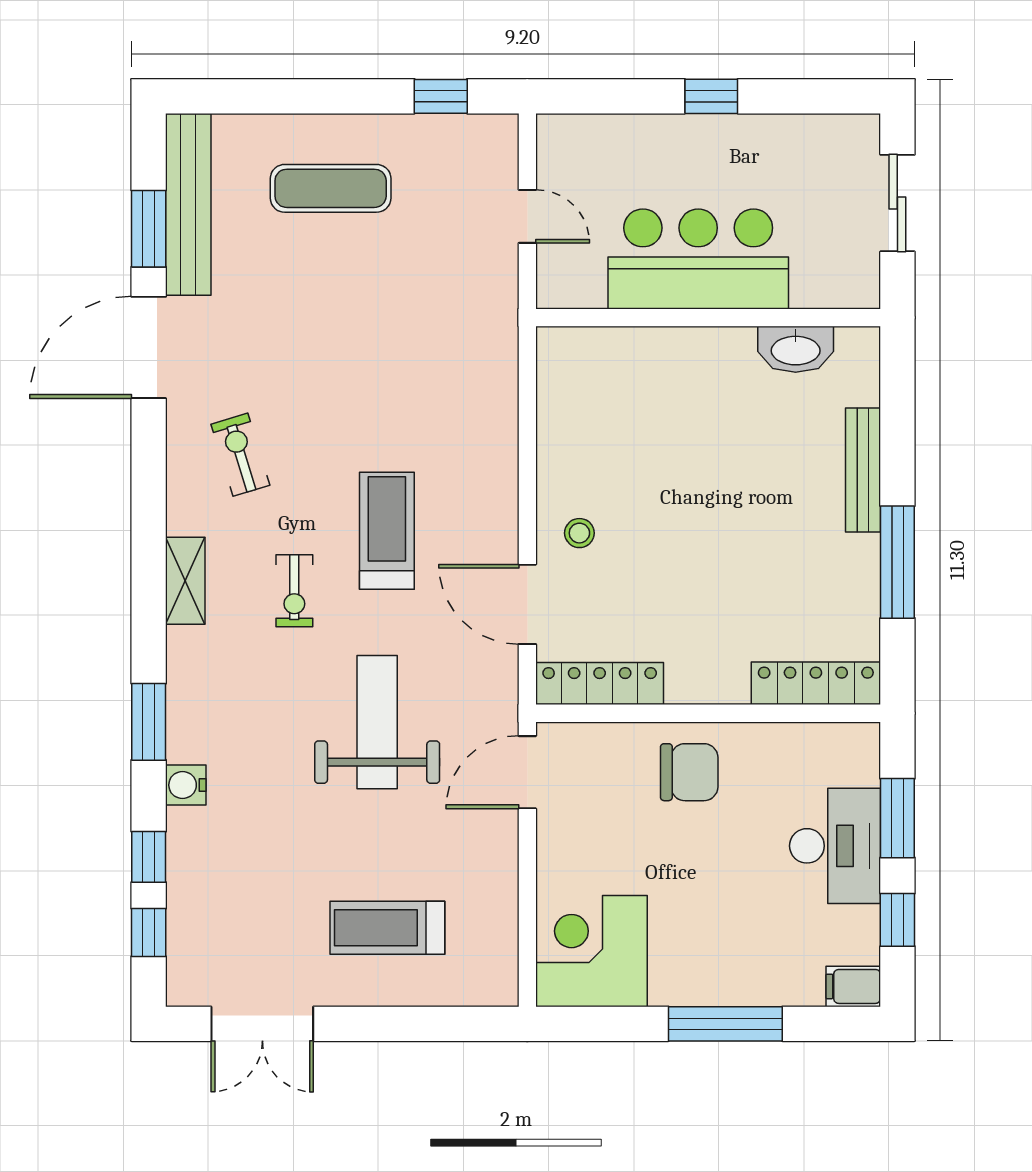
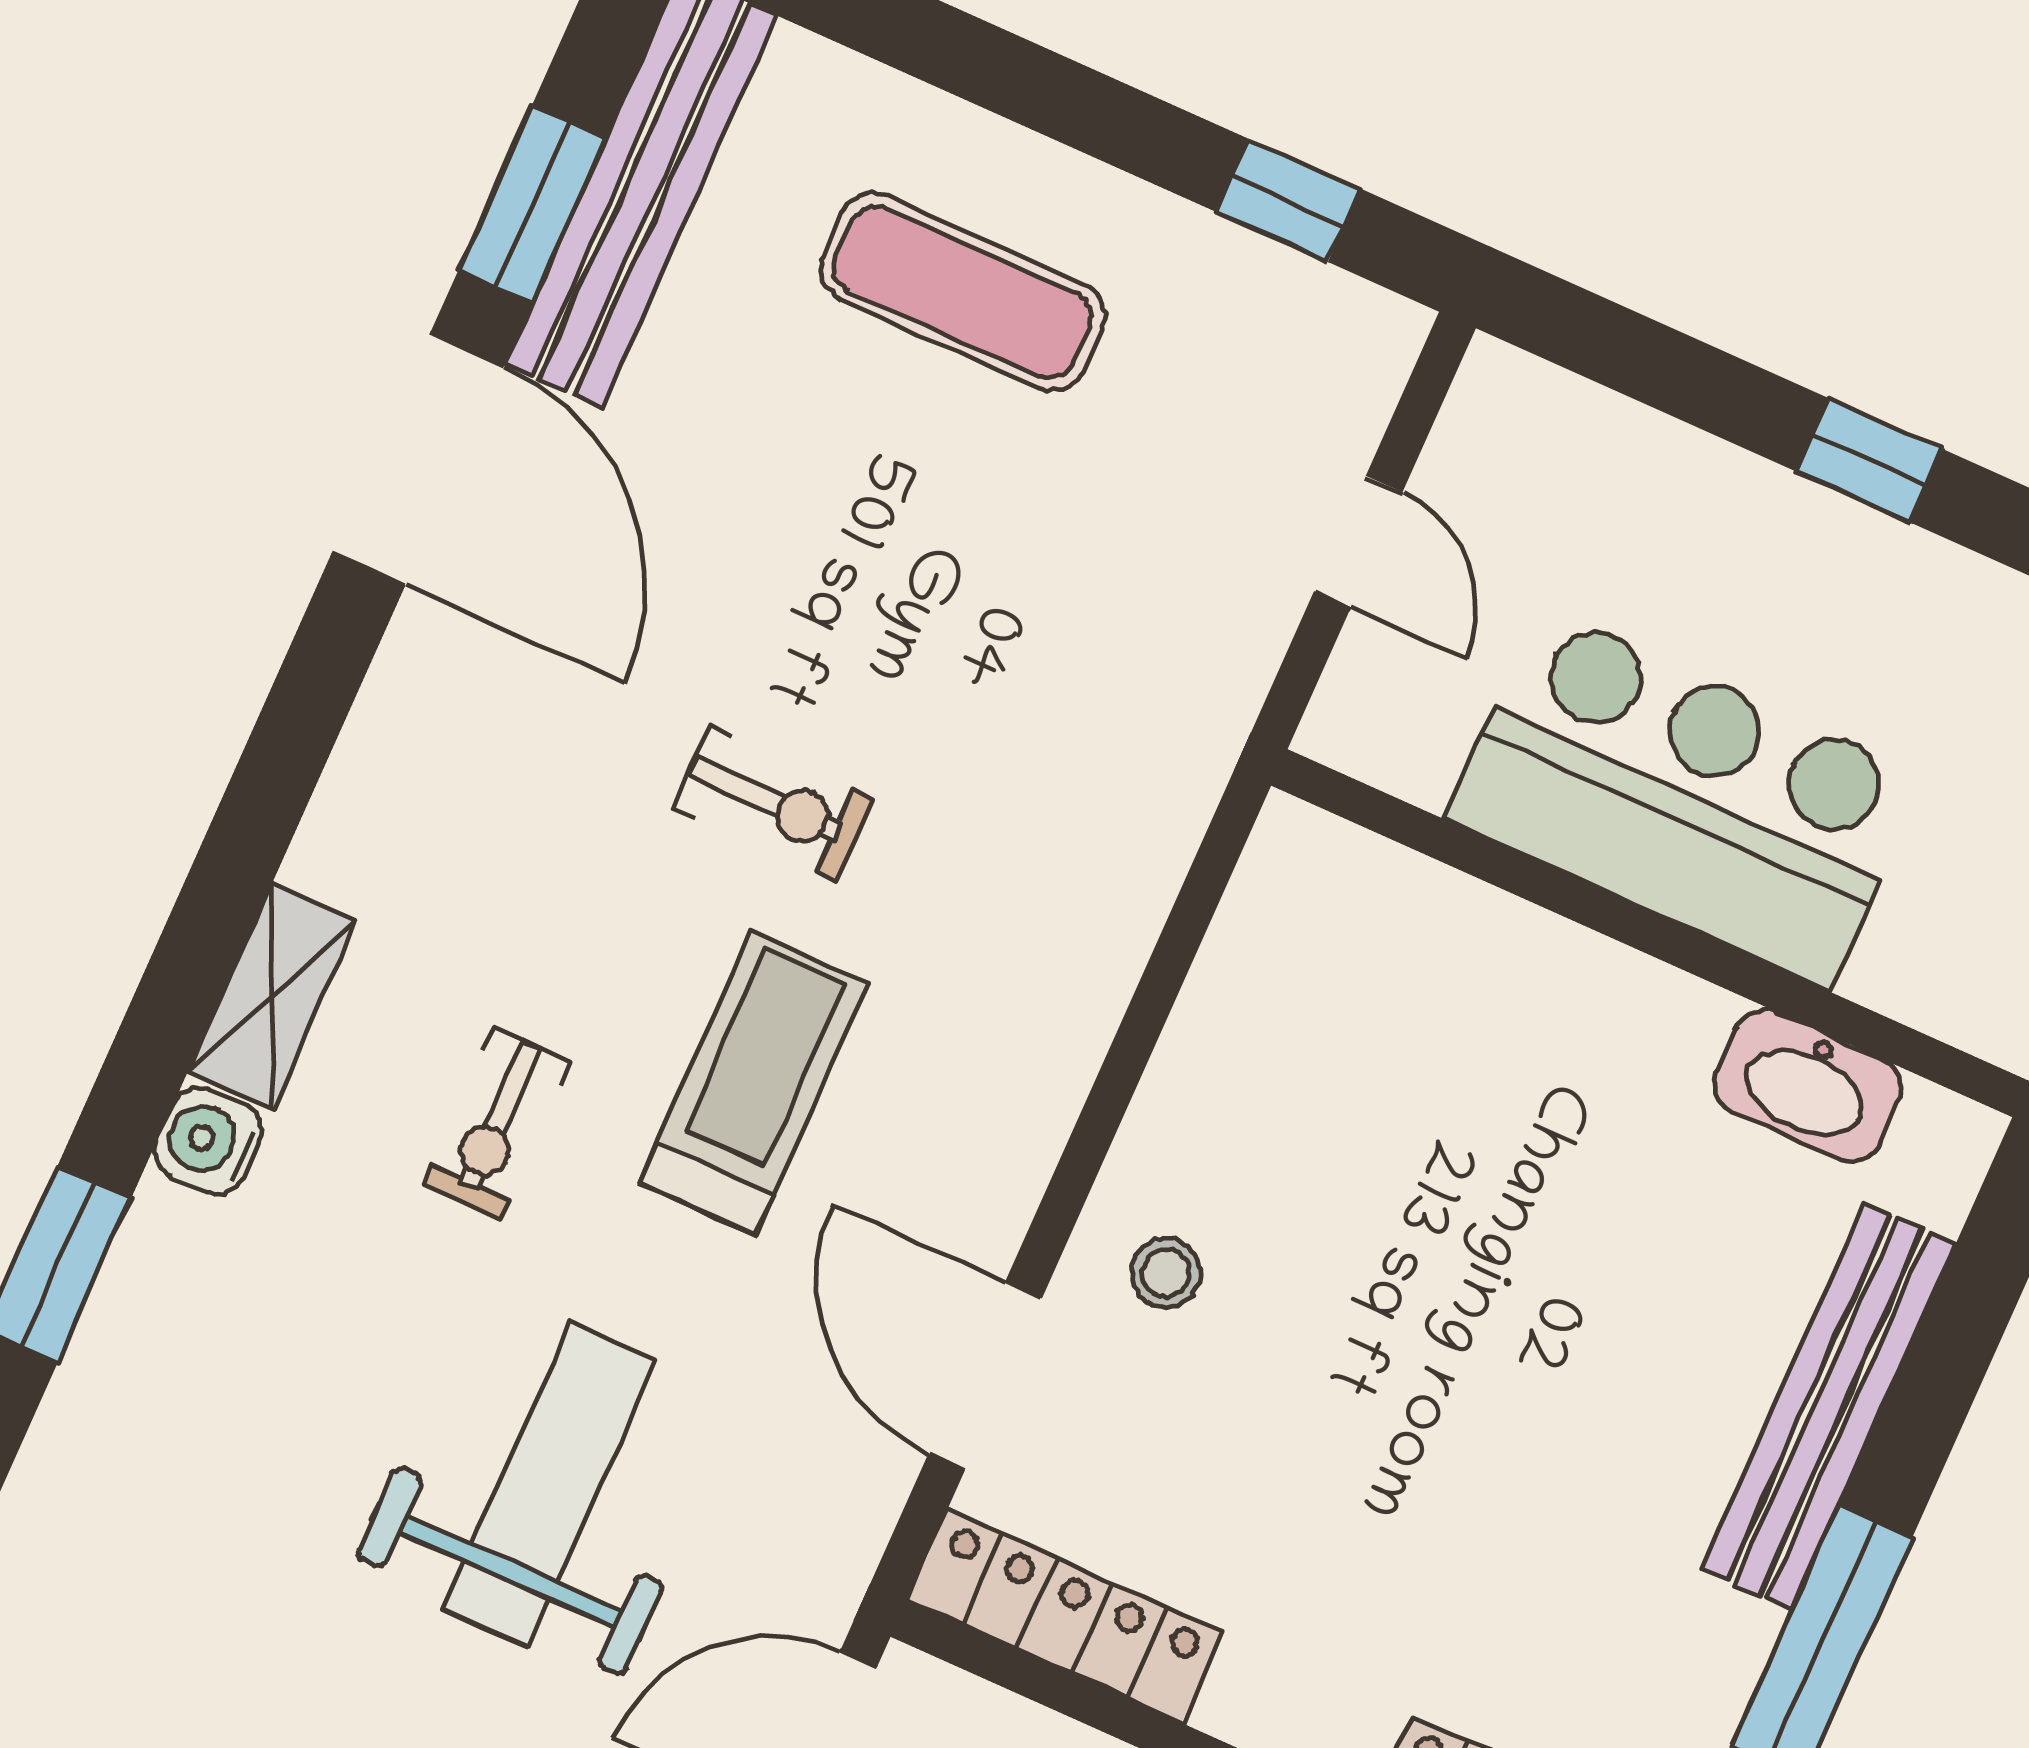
door: (149, 347) -> (418, 459), swing flipped
exercise bike: (240, 455) -> (773, 803), moved, turned 107
bench: (863, 470) -> (1828, 1407), width x1.37, depth x1.21
water cooler: (186, 785) -> (209, 1141), moved

